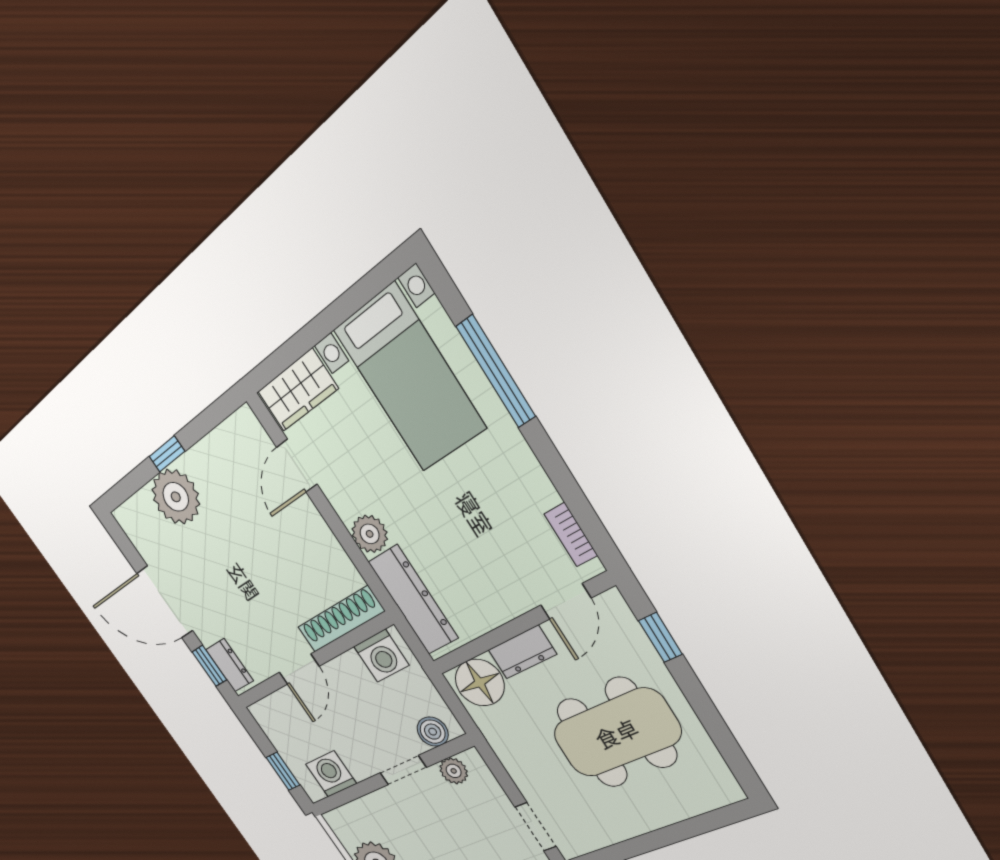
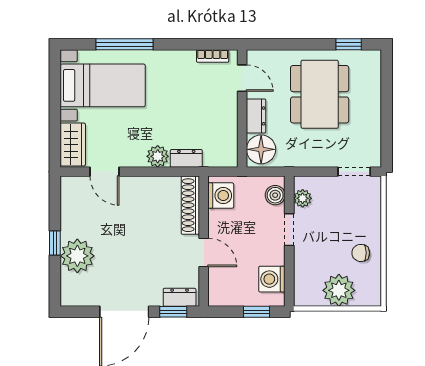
dresser: (413, 600) -> (186, 158), width x0.51, depth x0.80
window: (660, 637) -> (349, 44), moved

